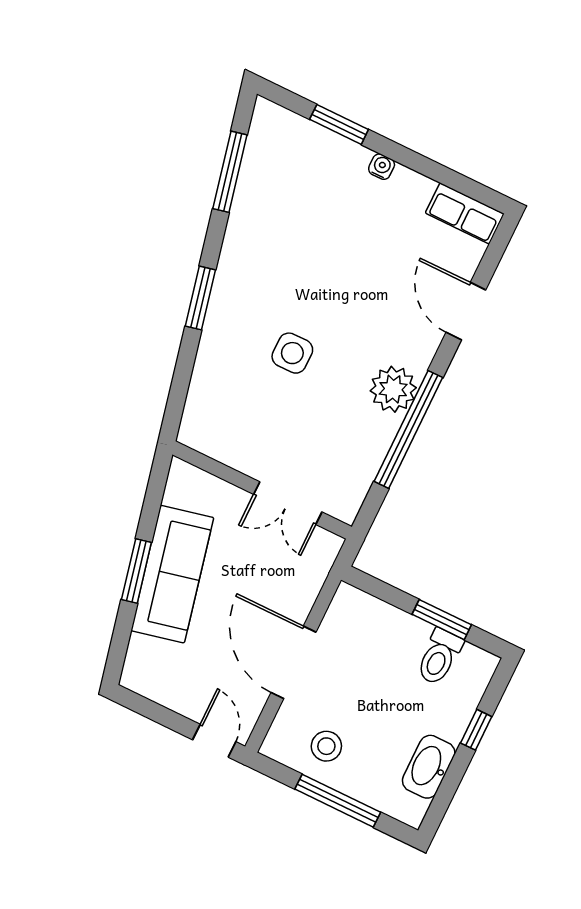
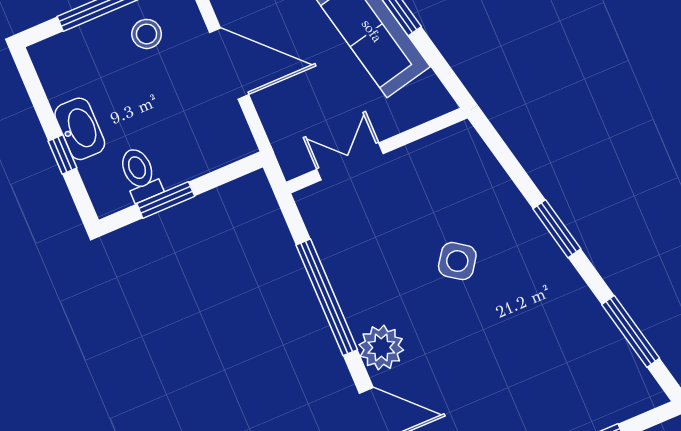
side table: (292, 353) -> (457, 261), turned 35
plant: (393, 389) -> (381, 347), moved
washbasin: (429, 767) -> (80, 129), moved

